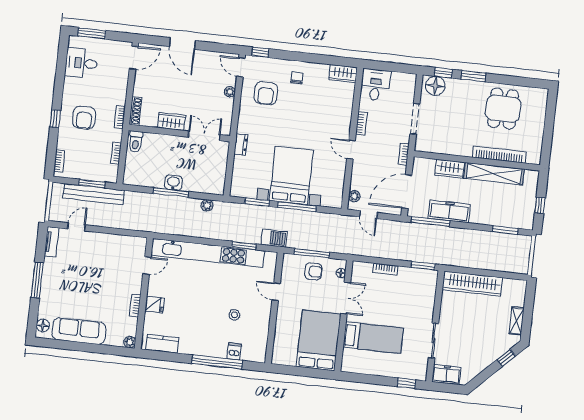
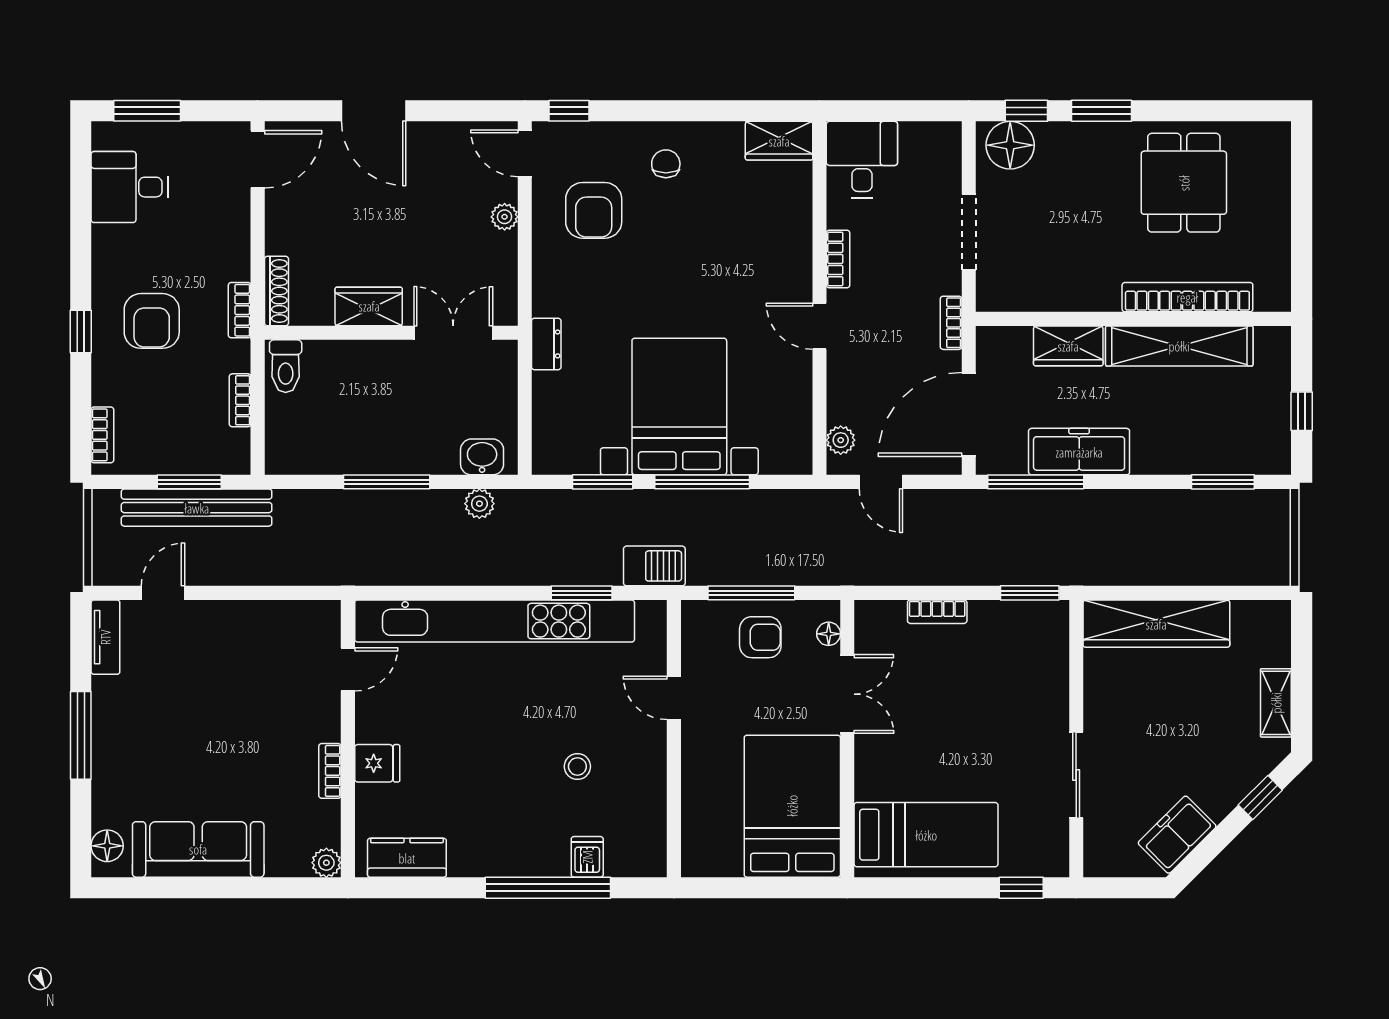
washbasin: (173, 183) -> (482, 457), moved
bed: (373, 338) -> (926, 835), moved
freezer: (446, 375) -> (1177, 835), moved, turned -45

